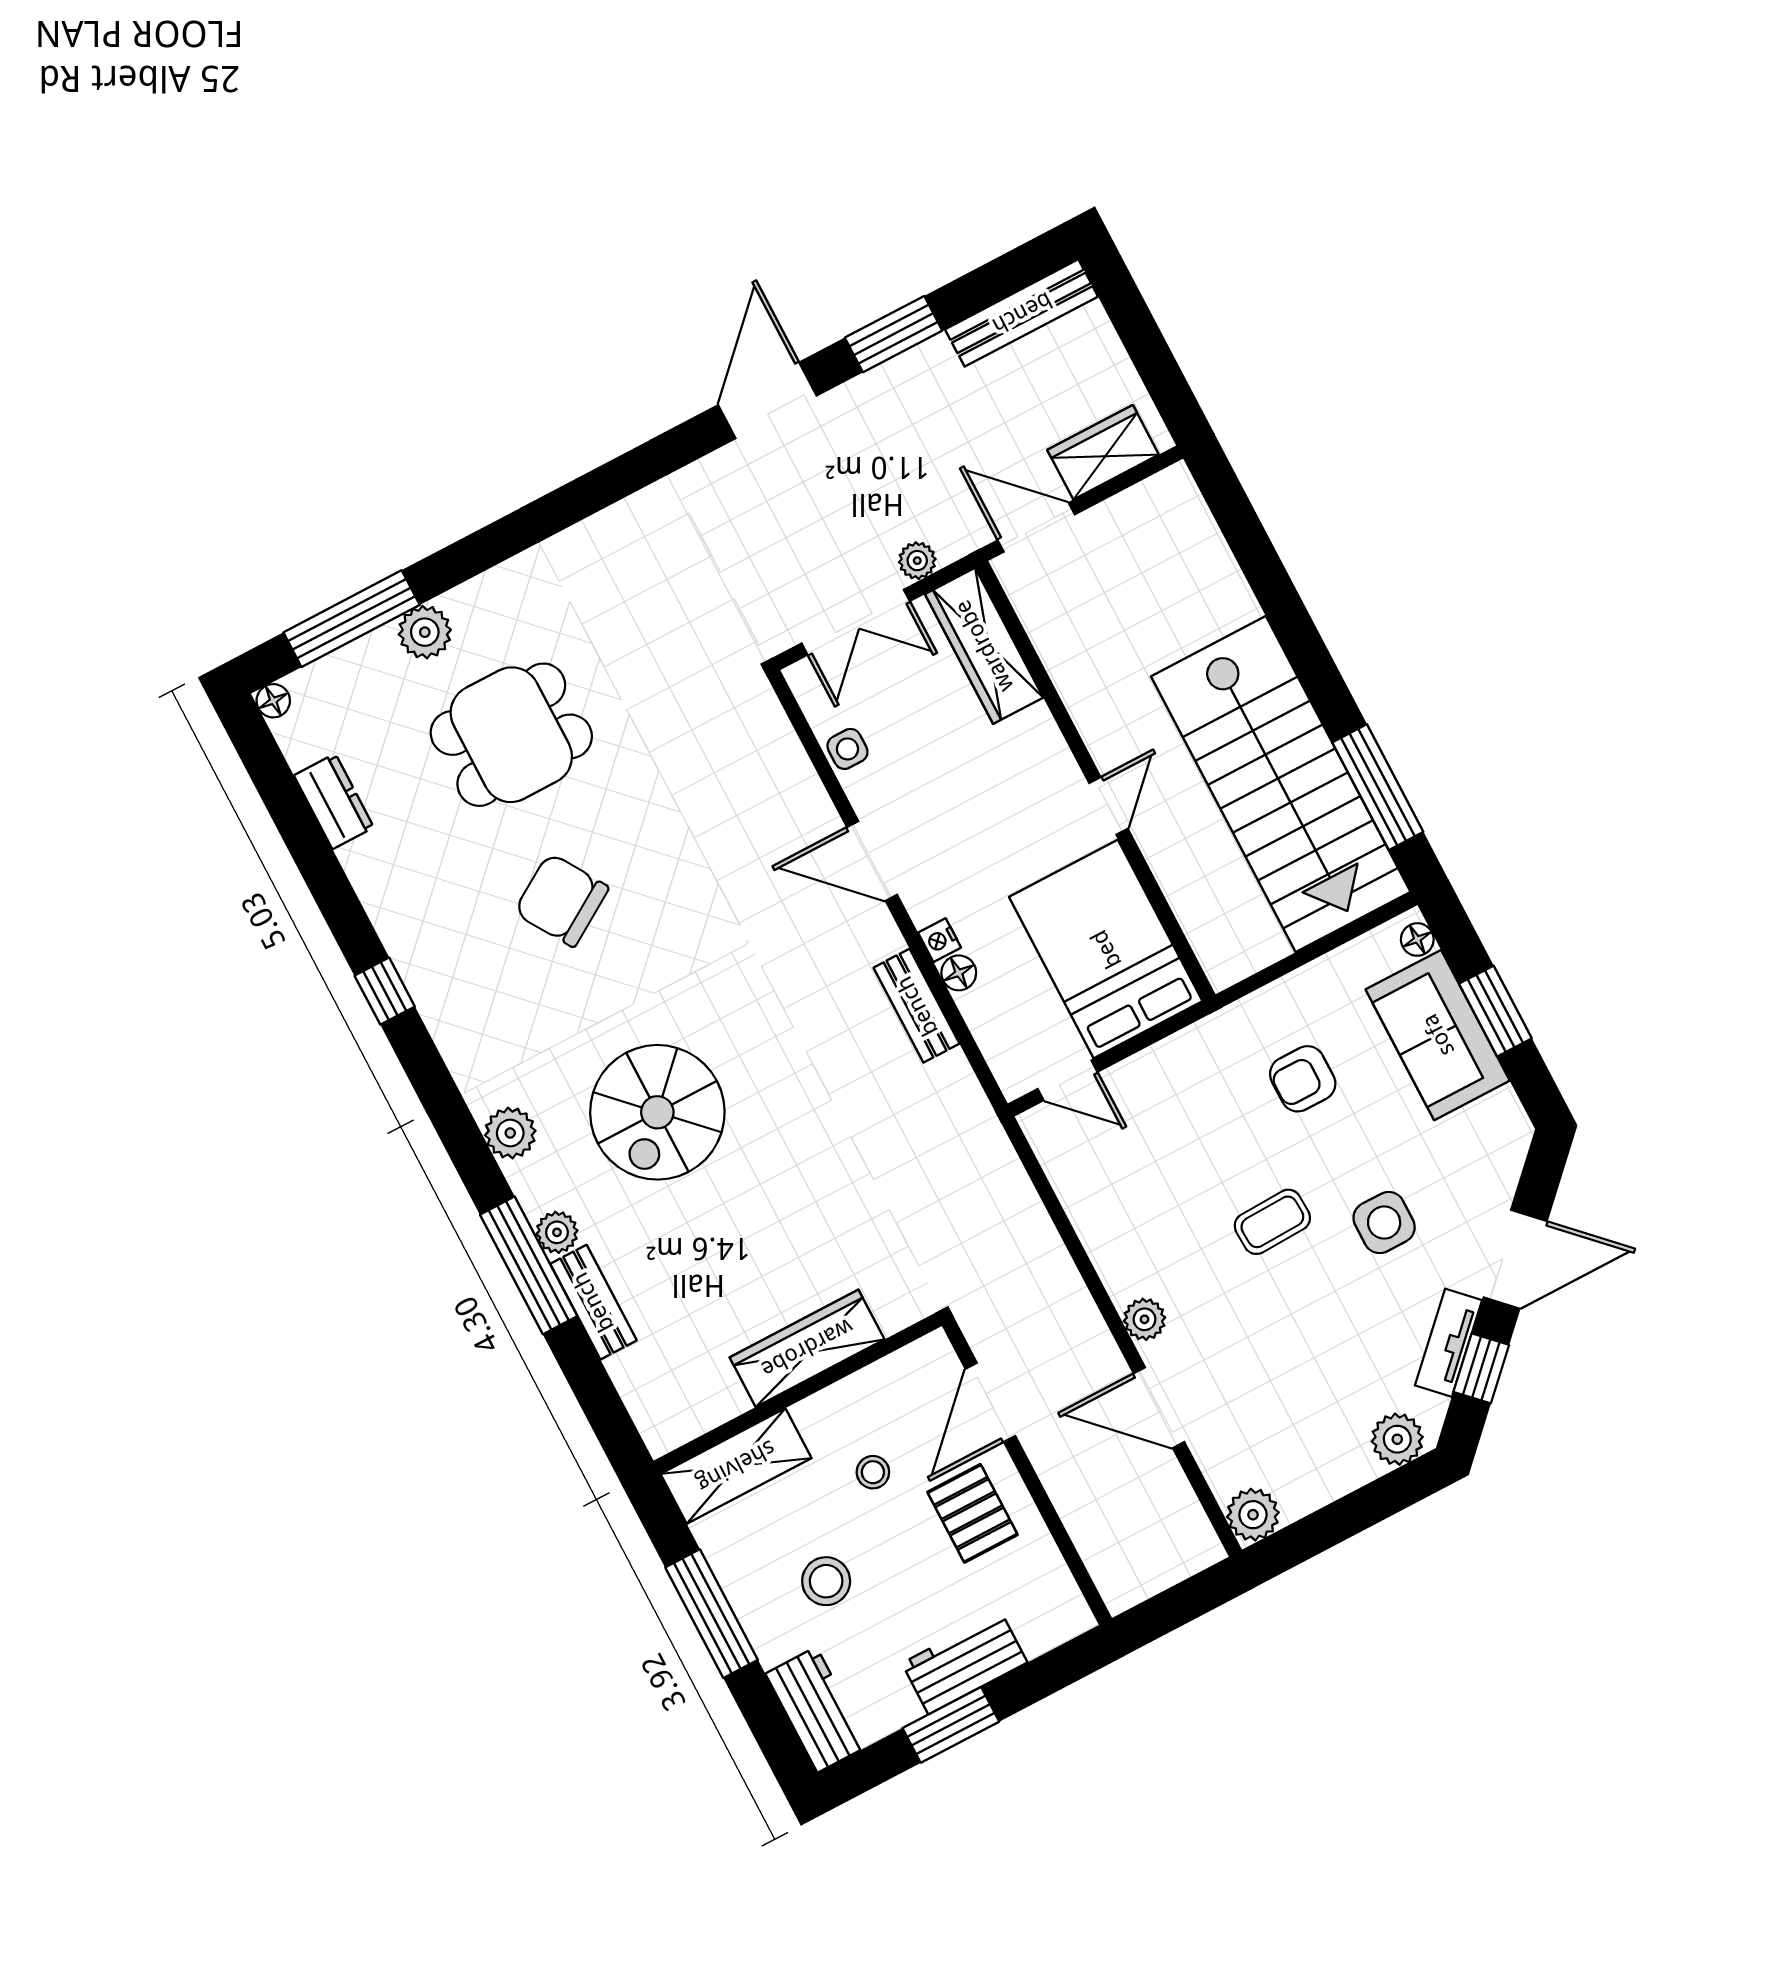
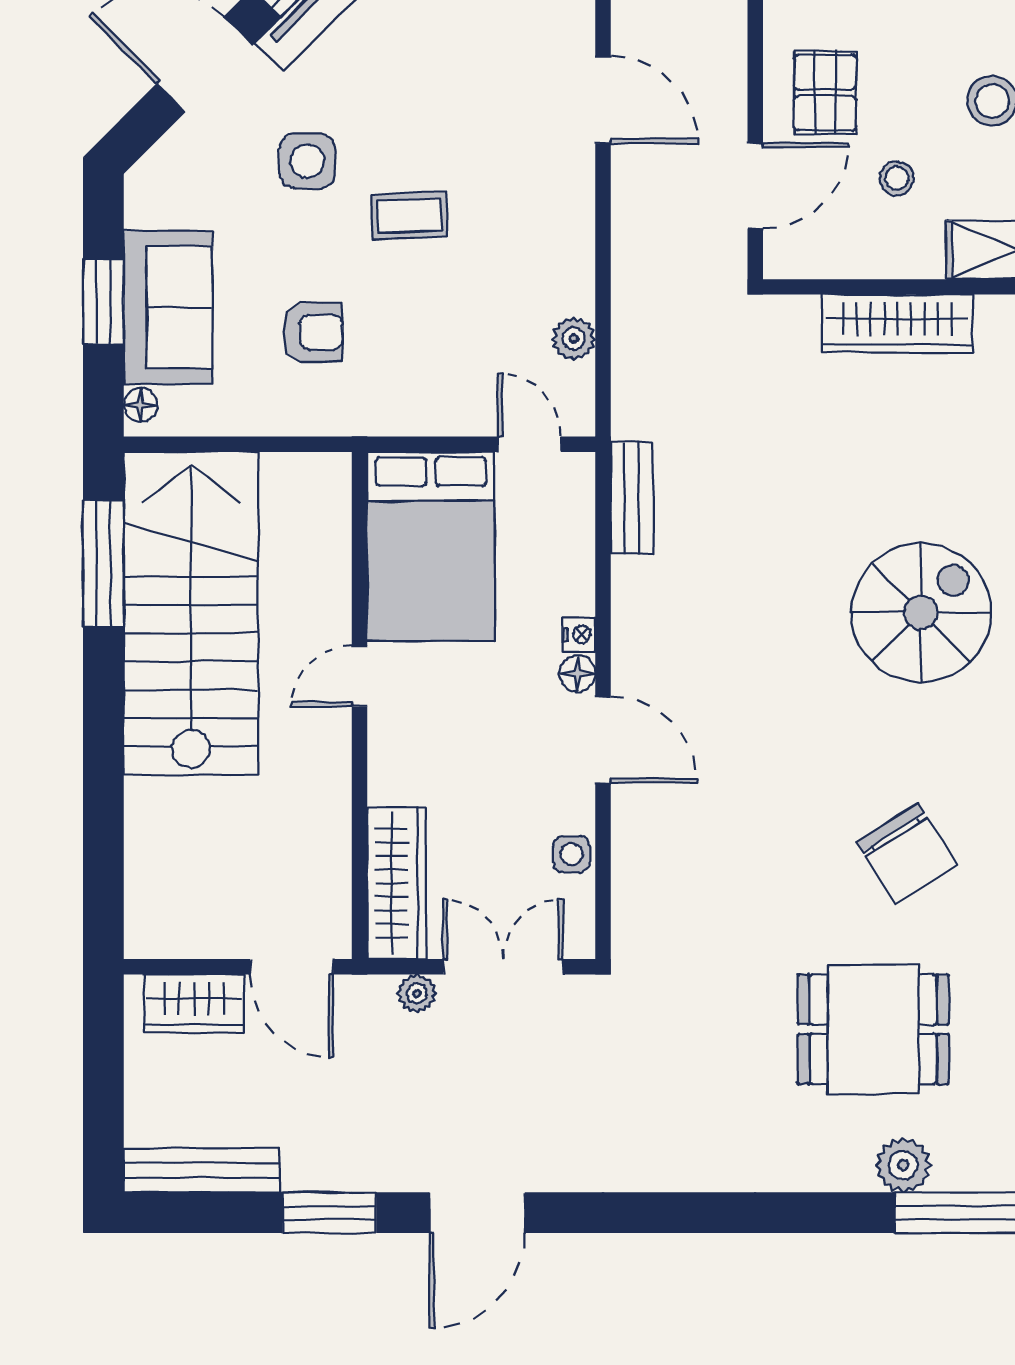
floor lamp: (959, 973) -> (577, 674), moved
bench: (917, 1006) -> (632, 498), moved
plant: (1145, 1319) -> (574, 339), moved

